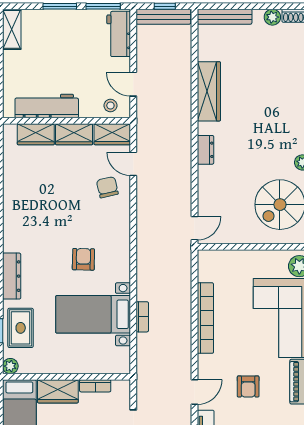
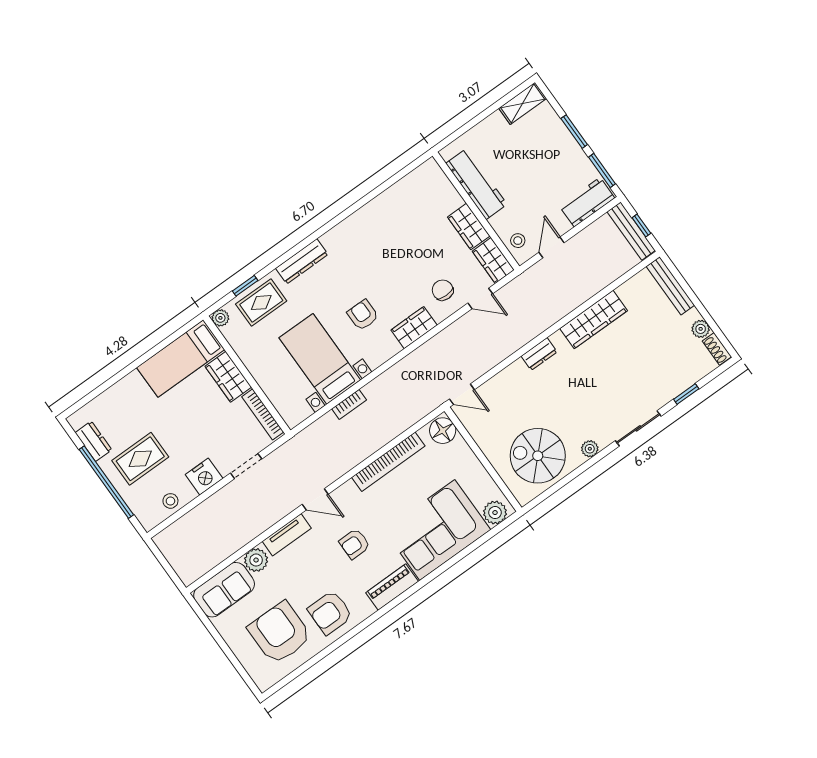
wardrobe: (36, 134) -> (414, 328), moved, turned 90
door: (133, 164) -> (480, 298), swing flipped
chair: (107, 187) -> (443, 290), turned -77
armchair: (83, 259) -> (363, 315), turned -91
floor lamp: (211, 261) -> (443, 431), added
bookcase: (95, 386) -> (263, 414), width x1.56

